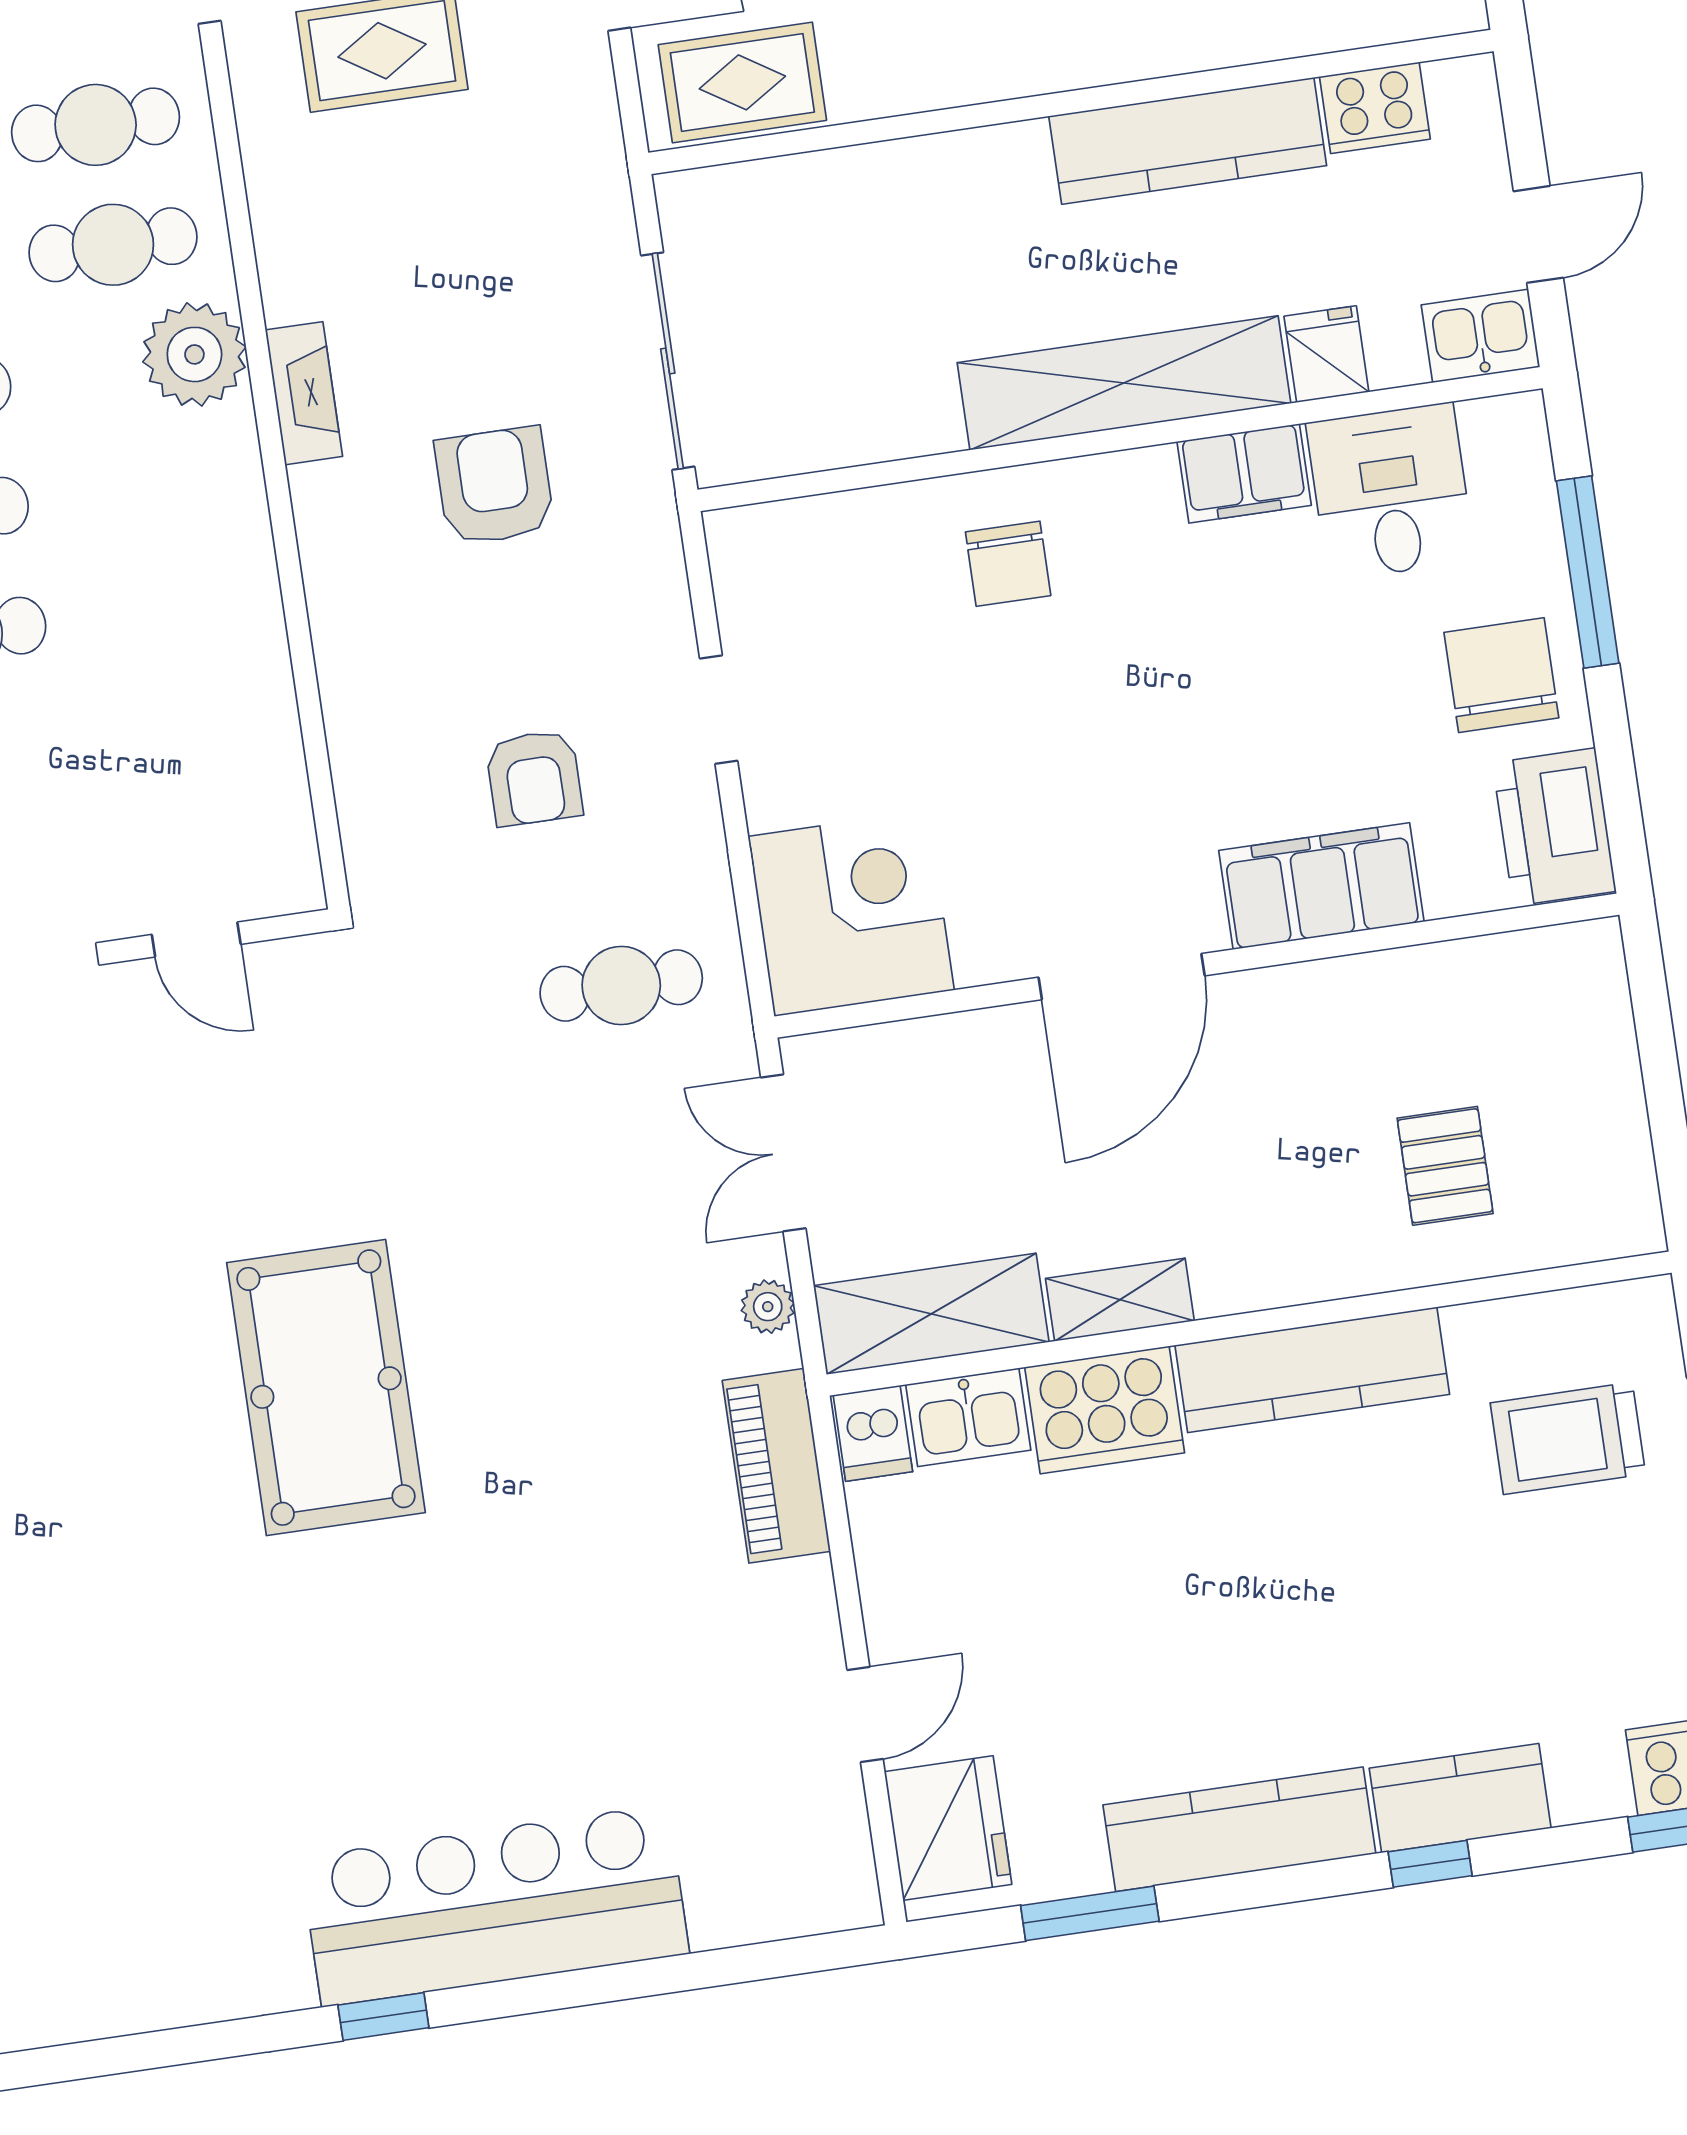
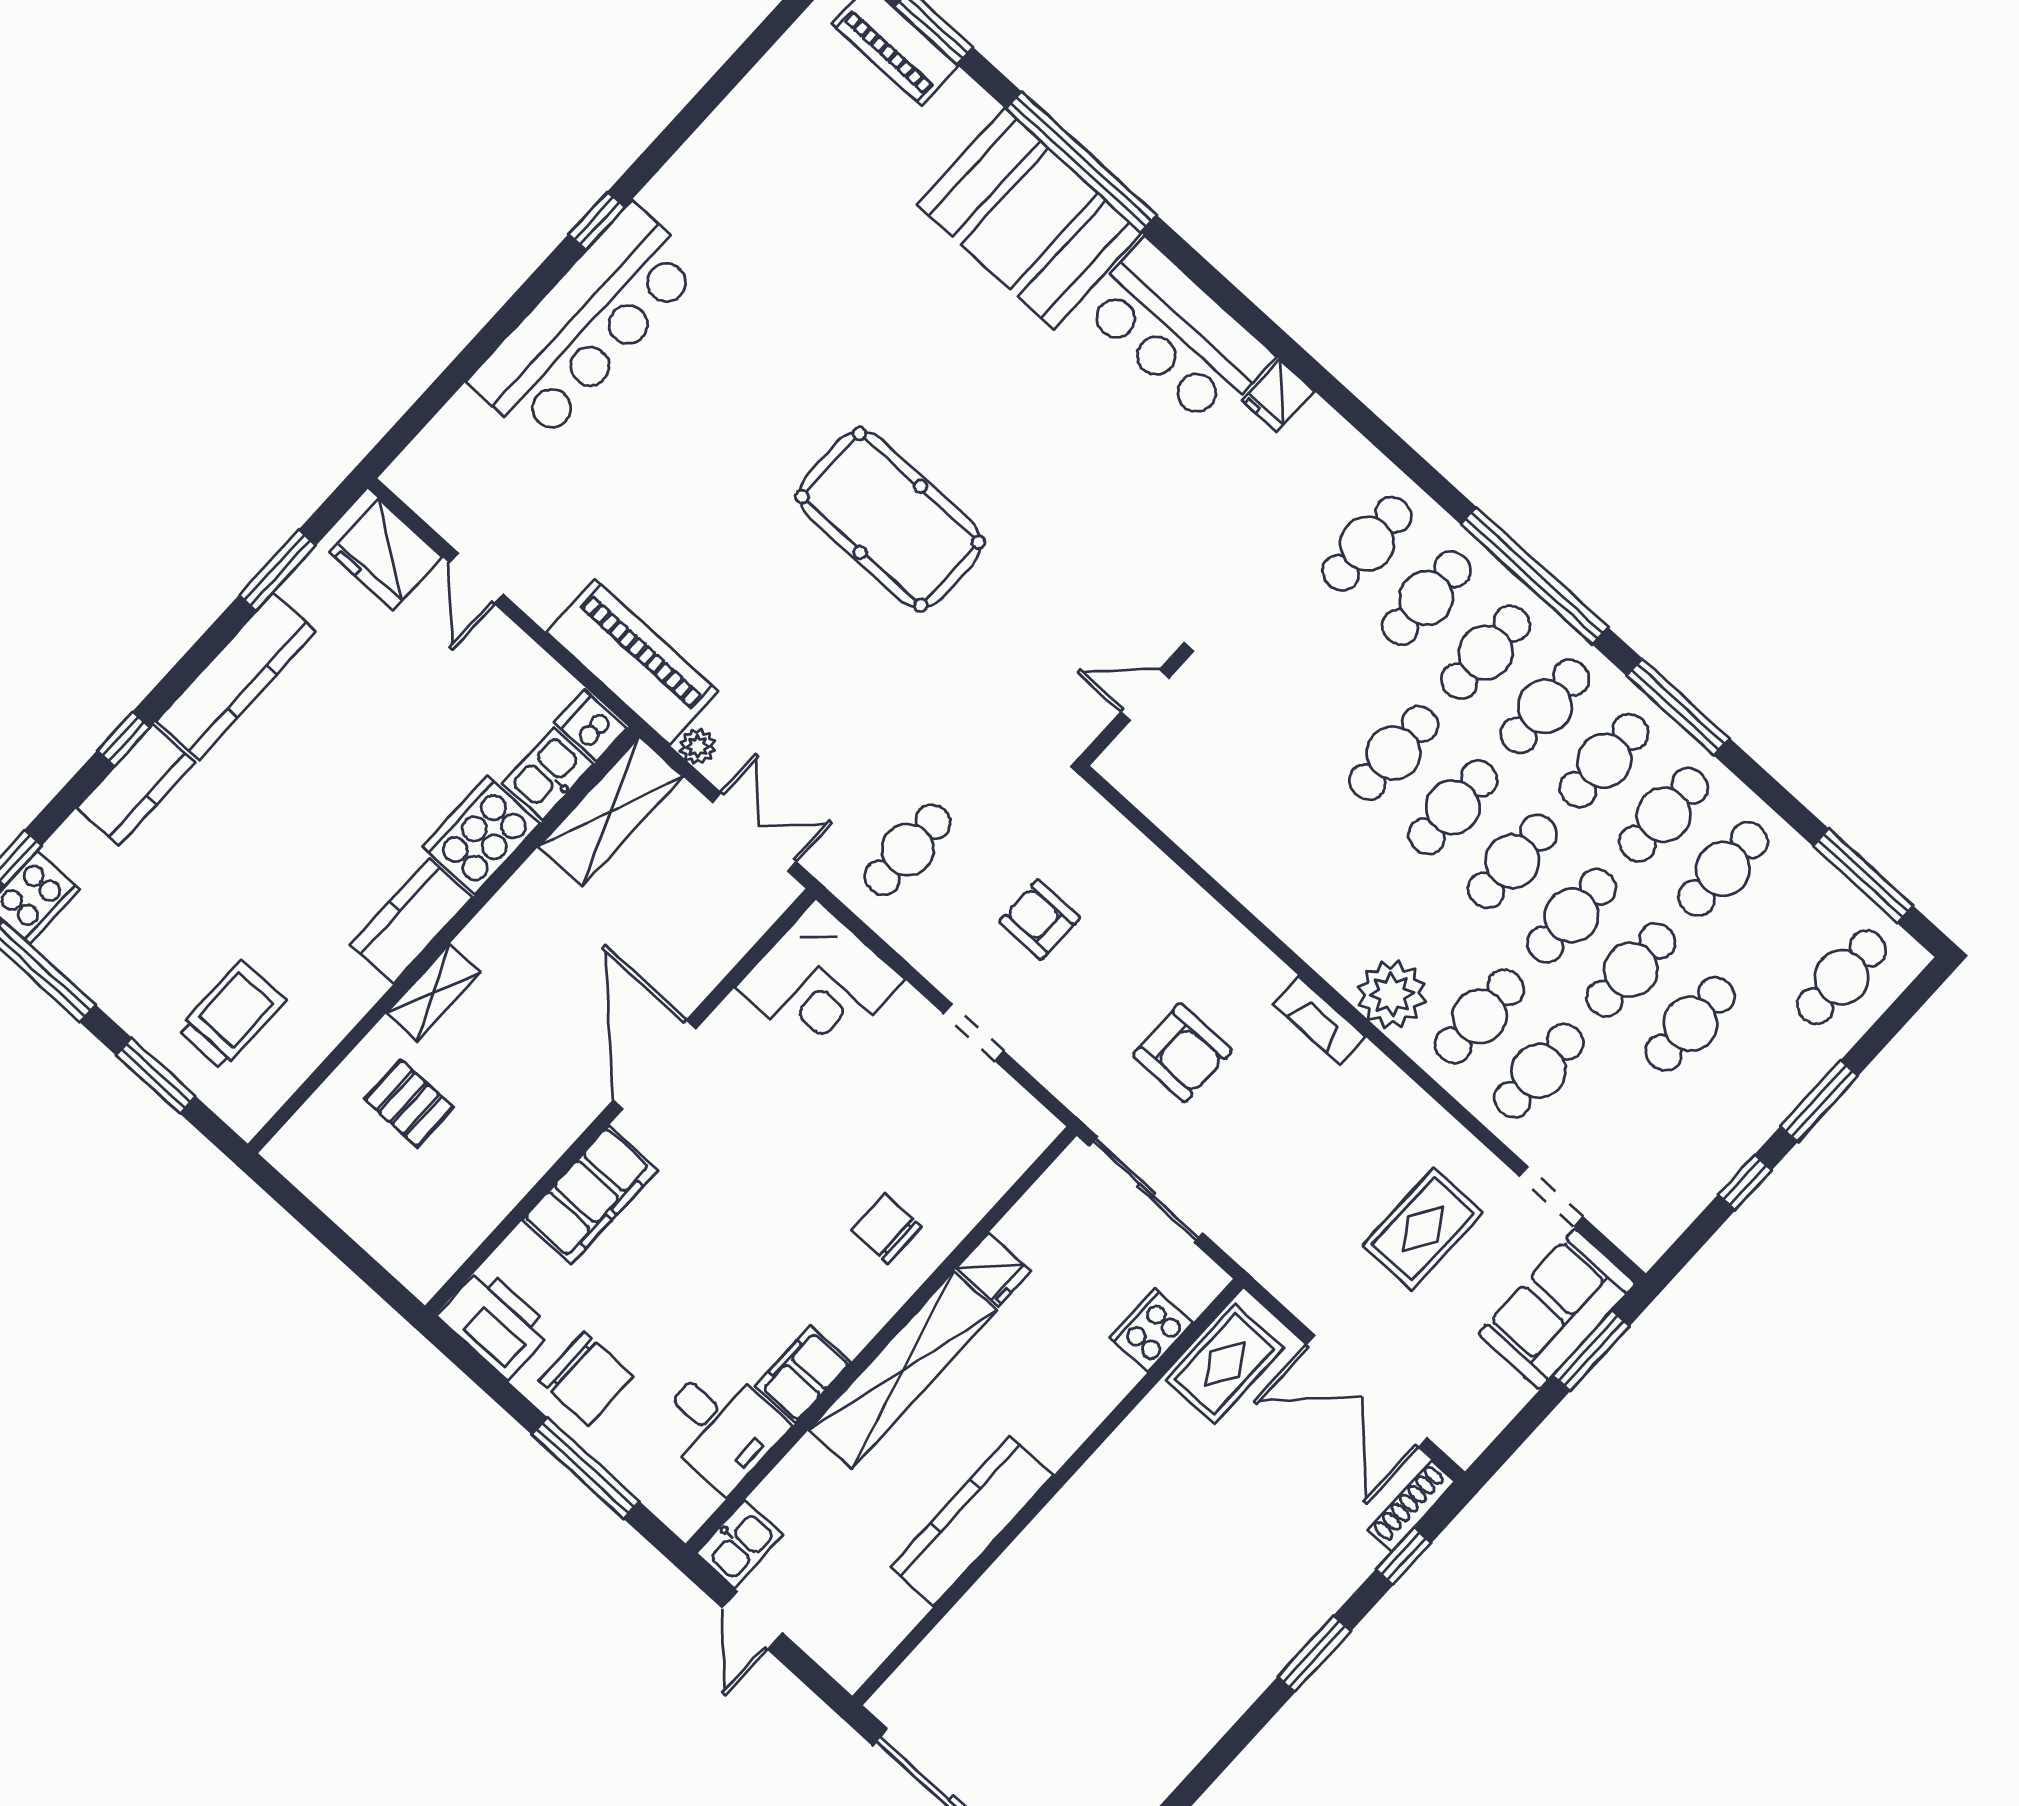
cooker: (1375, 108) -> (1151, 1330), moved
fridge: (1326, 354) -> (994, 1270), moved
shelving: (1120, 1300) -> (433, 993), moved
kitchen counter: (1312, 1370) -> (411, 921), width x0.67
piano: (776, 1466) -> (632, 662), width x1.37, depth x1.33

